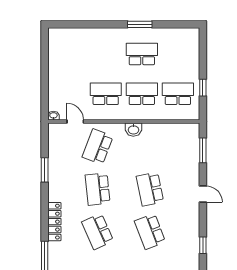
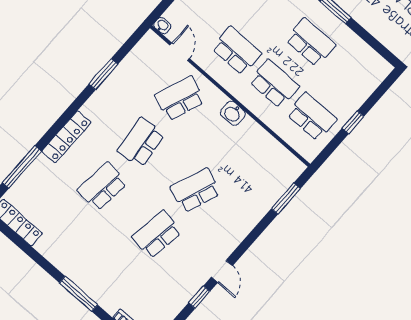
window: (203, 88) -> (353, 122), moved
school desk: (150, 189) -> (195, 190), turned 33
door: (203, 194) -> (222, 271), moved
school desk: (98, 231) -> (102, 187), turned 30
school desk: (150, 231) -> (157, 234), turned 30

